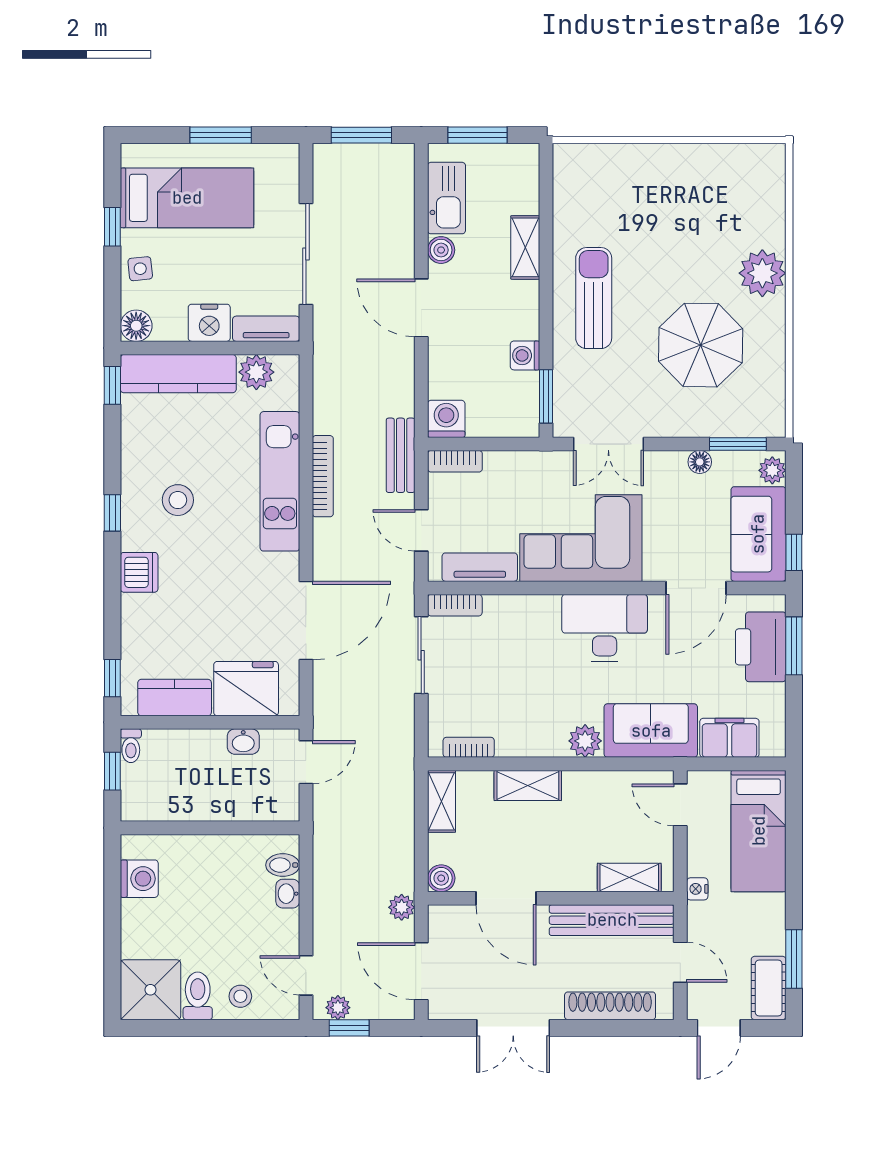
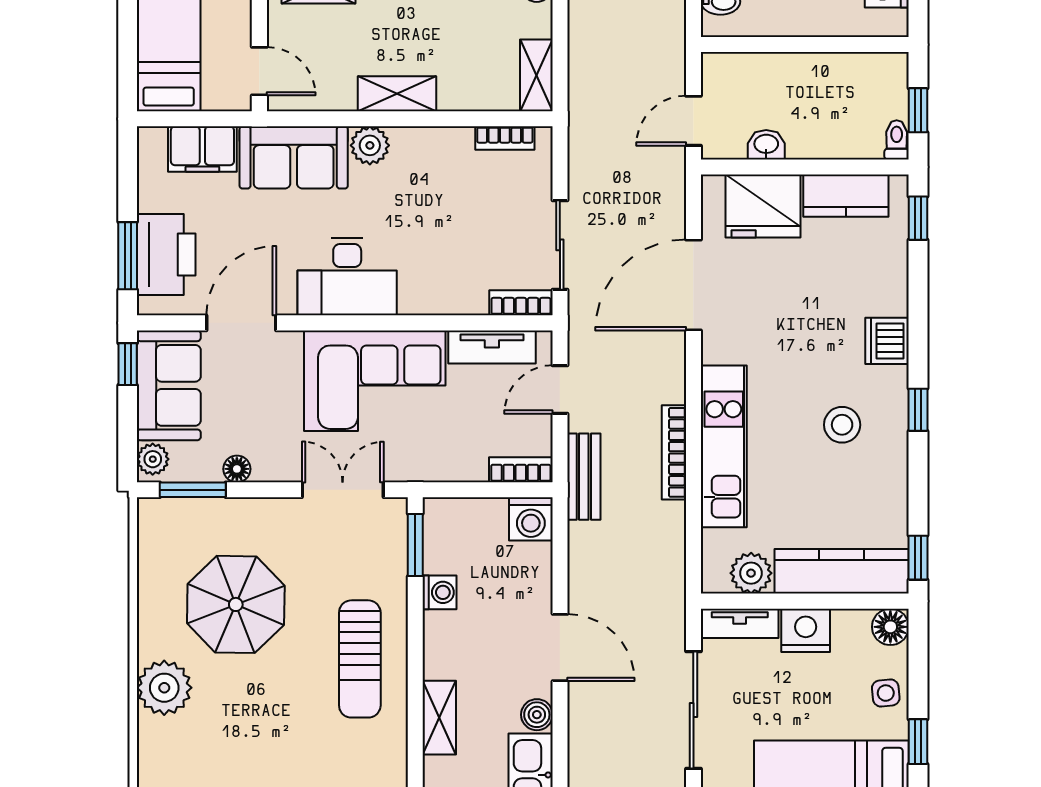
door: (421, 530) -> (560, 390), swing flipped
shelving: (528, 785) -> (397, 94), moved

